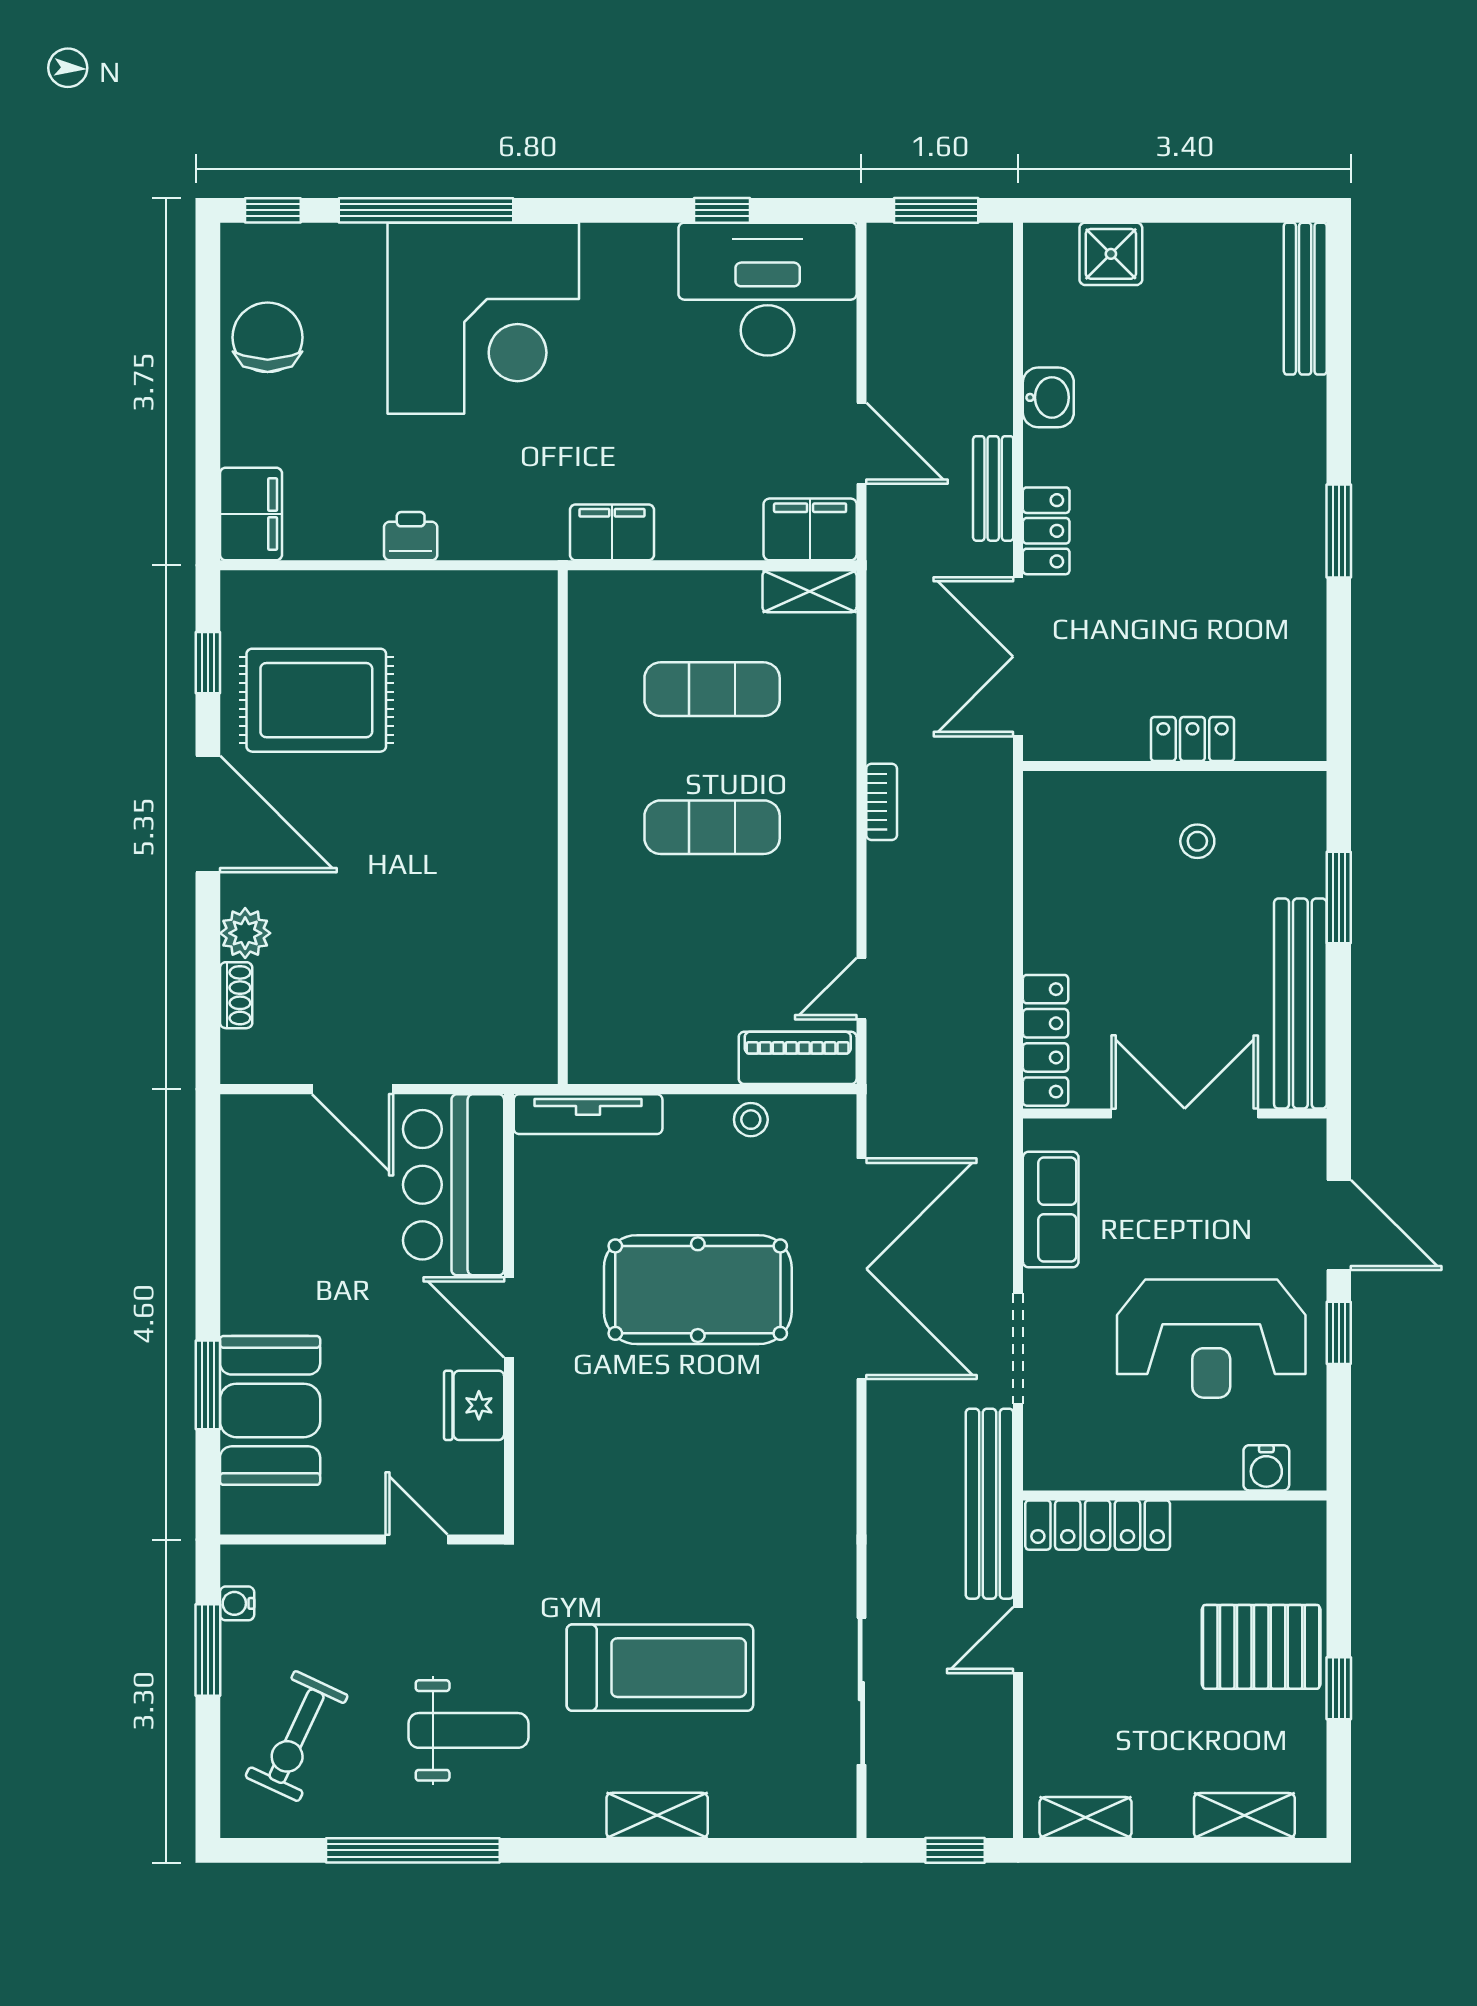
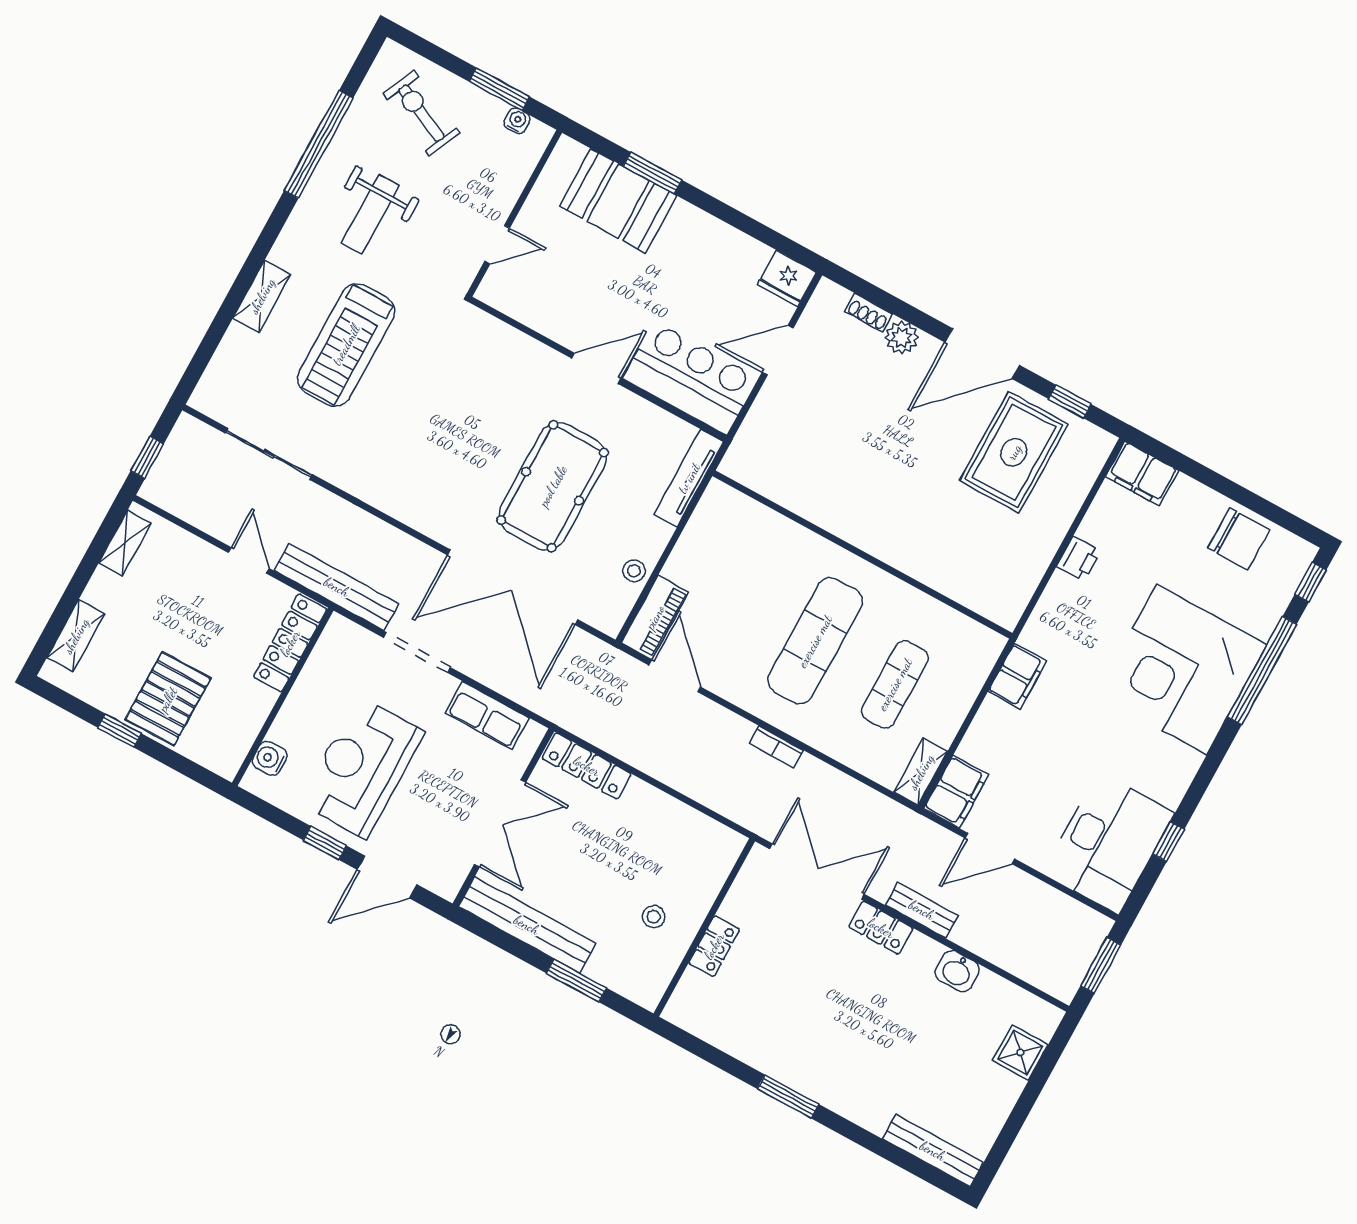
exercise mat: (712, 827) -> (815, 641), width x1.36, depth x1.45
door: (861, 989) -> (675, 676), width x1.38
fridge: (474, 1405) -> (787, 278), moved, turned 180

